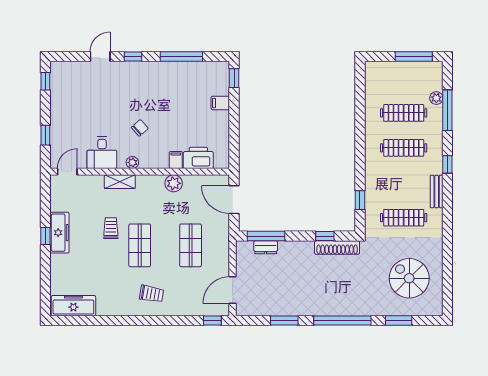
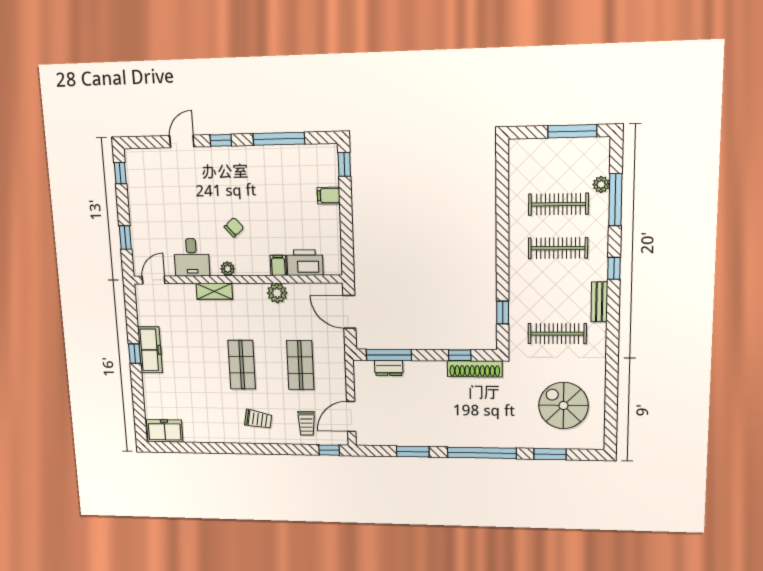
trolley: (111, 228) -> (306, 423), moved, turned 180
freezer: (73, 306) -> (165, 431), width x0.71

